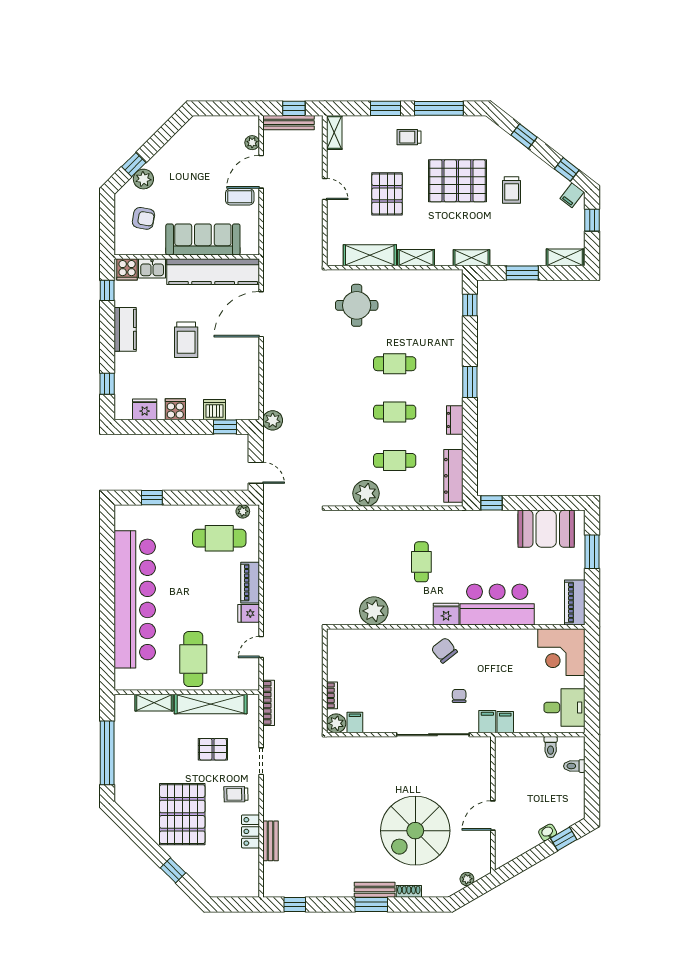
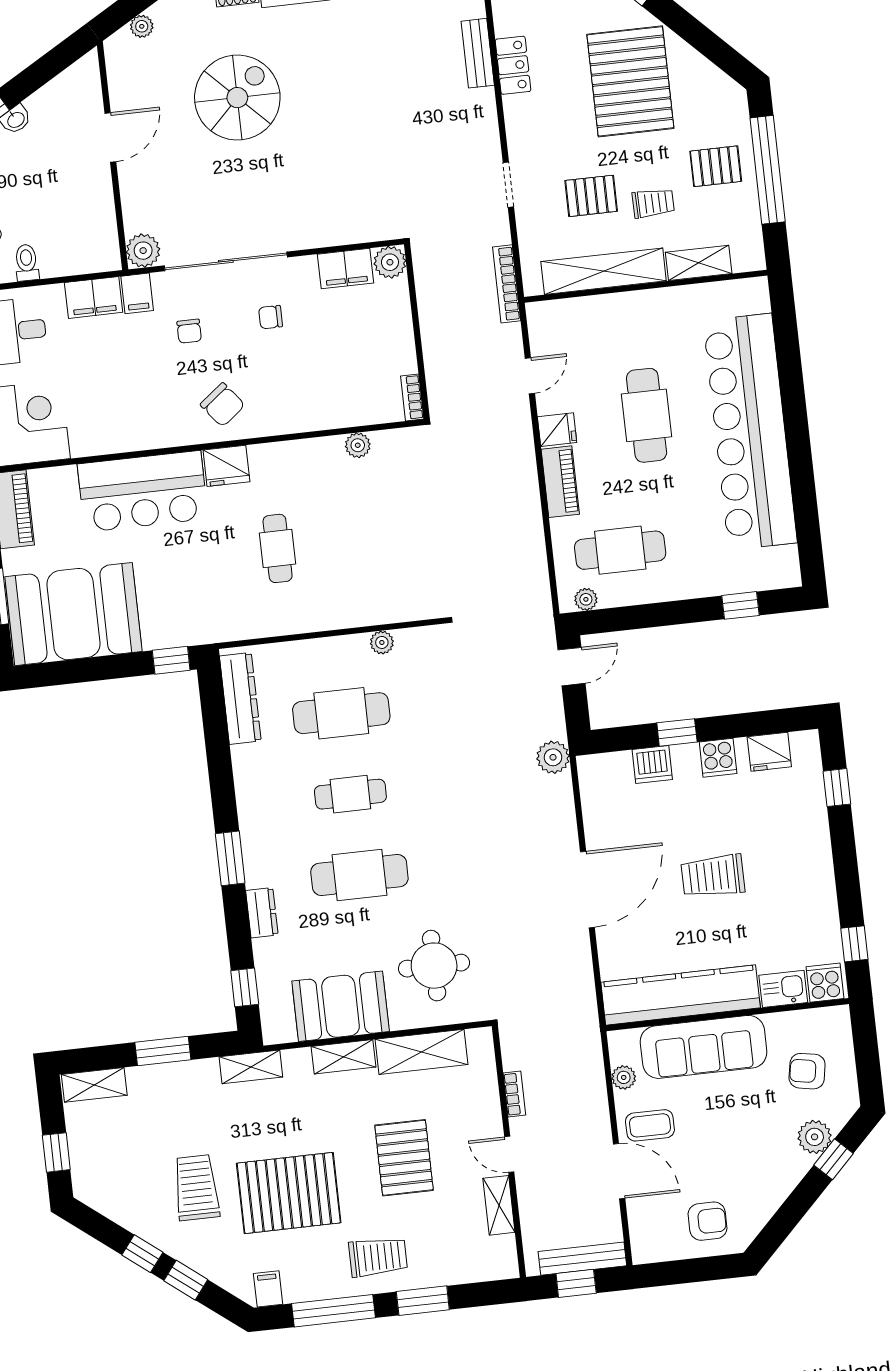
shelving: (334, 133) -> (499, 1205), moved
armchair: (212, 136) -> (708, 1221), added
trolley: (409, 137) -> (378, 1257), width x1.36, depth x1.39
plant: (252, 143) -> (624, 1077), moved
window: (567, 169) -> (142, 1254), moved
door: (261, 172) -> (619, 1171), hinge flipped
trolley: (512, 190) -> (196, 1188), width x1.36, depth x1.39
filing cabinet: (572, 195) -> (268, 1289), moved, turned -38
bookcase: (318, 224) -> (514, 1094), added
booth: (414, 288) -> (341, 1006), added
door: (261, 314) -> (587, 890), moved
kitchen counter: (125, 329) -> (817, 882), removed
trolley: (186, 340) -> (713, 876), turned -90
cafe table: (395, 364) -> (359, 875), width x1.37, depth x1.35
dresser: (455, 420) -> (262, 913), moved
window: (225, 427) -> (677, 732), moved
cafe table: (395, 460) -> (341, 713), width x1.37, depth x1.35
door: (256, 473) -> (571, 667), swing flipped
plant: (366, 493) -> (382, 642), width x0.53, depth x0.53
booth: (546, 529) -> (73, 614), width x1.36, depth x1.42
plant: (374, 611) -> (358, 445), width x0.53, depth x0.53
cafe table: (193, 659) -> (647, 415), moved
bookcase: (332, 695) -> (412, 397), moved
chair: (410, 699) -> (271, 317), added
filing cabinet: (505, 722) -> (94, 297), width x2.00
filing cabinet: (355, 723) -> (346, 269), width x2.00
plant: (481, 747) -> (143, 251), added
pallet: (138, 758) -> (716, 166), added
trolley: (236, 794) -> (653, 203), moved
spiral stairs: (415, 831) -> (237, 98), width x0.73, depth x0.73

